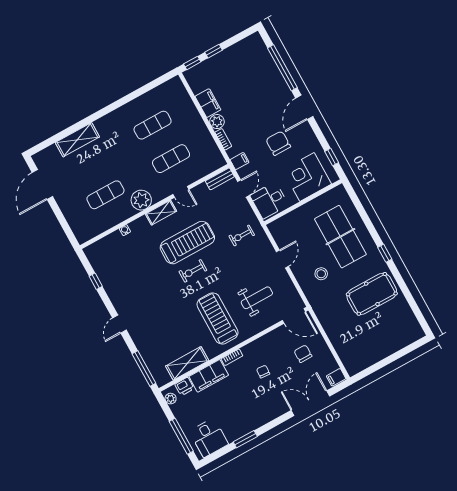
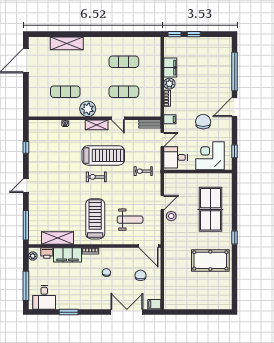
stool: (321, 274) -> (171, 216), moved

